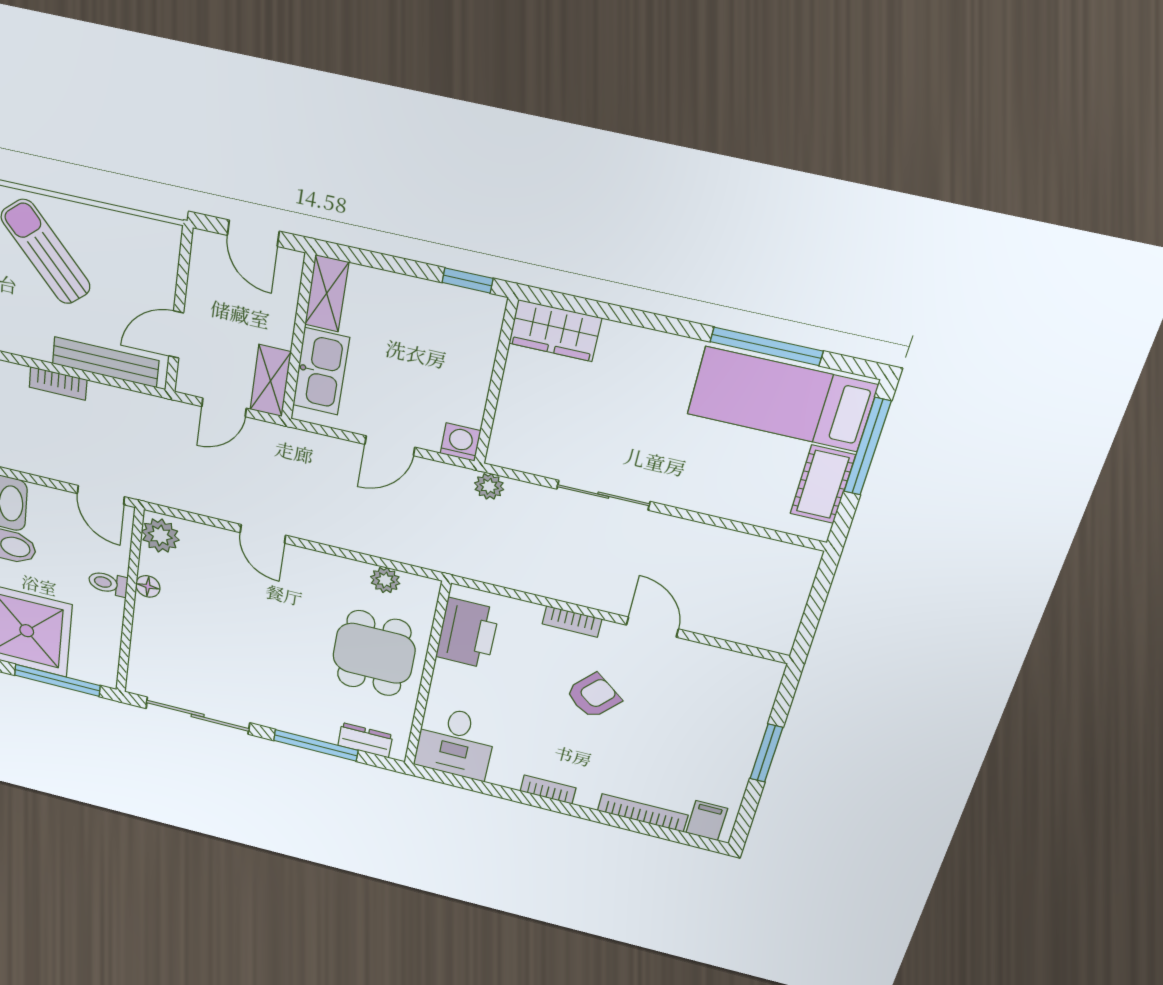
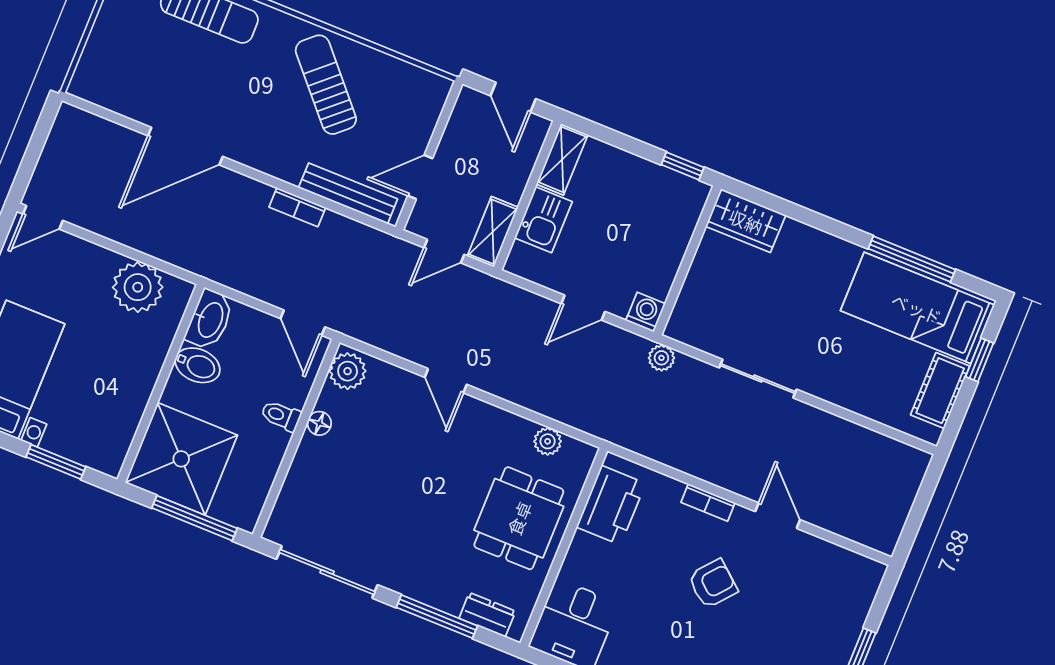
kitchen sink: (321, 371) -> (543, 220), width x0.73
window: (867, 447) -> (979, 360), width x0.46

